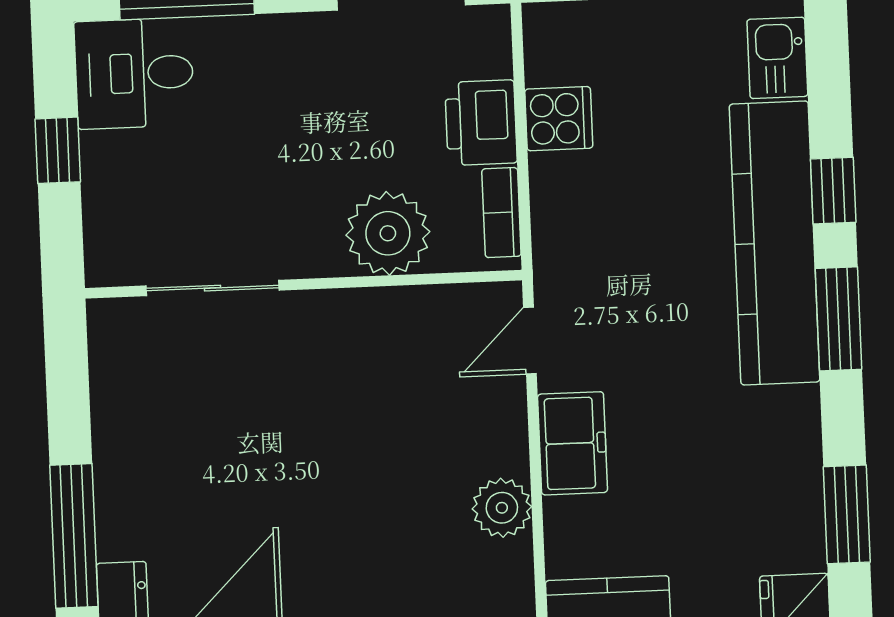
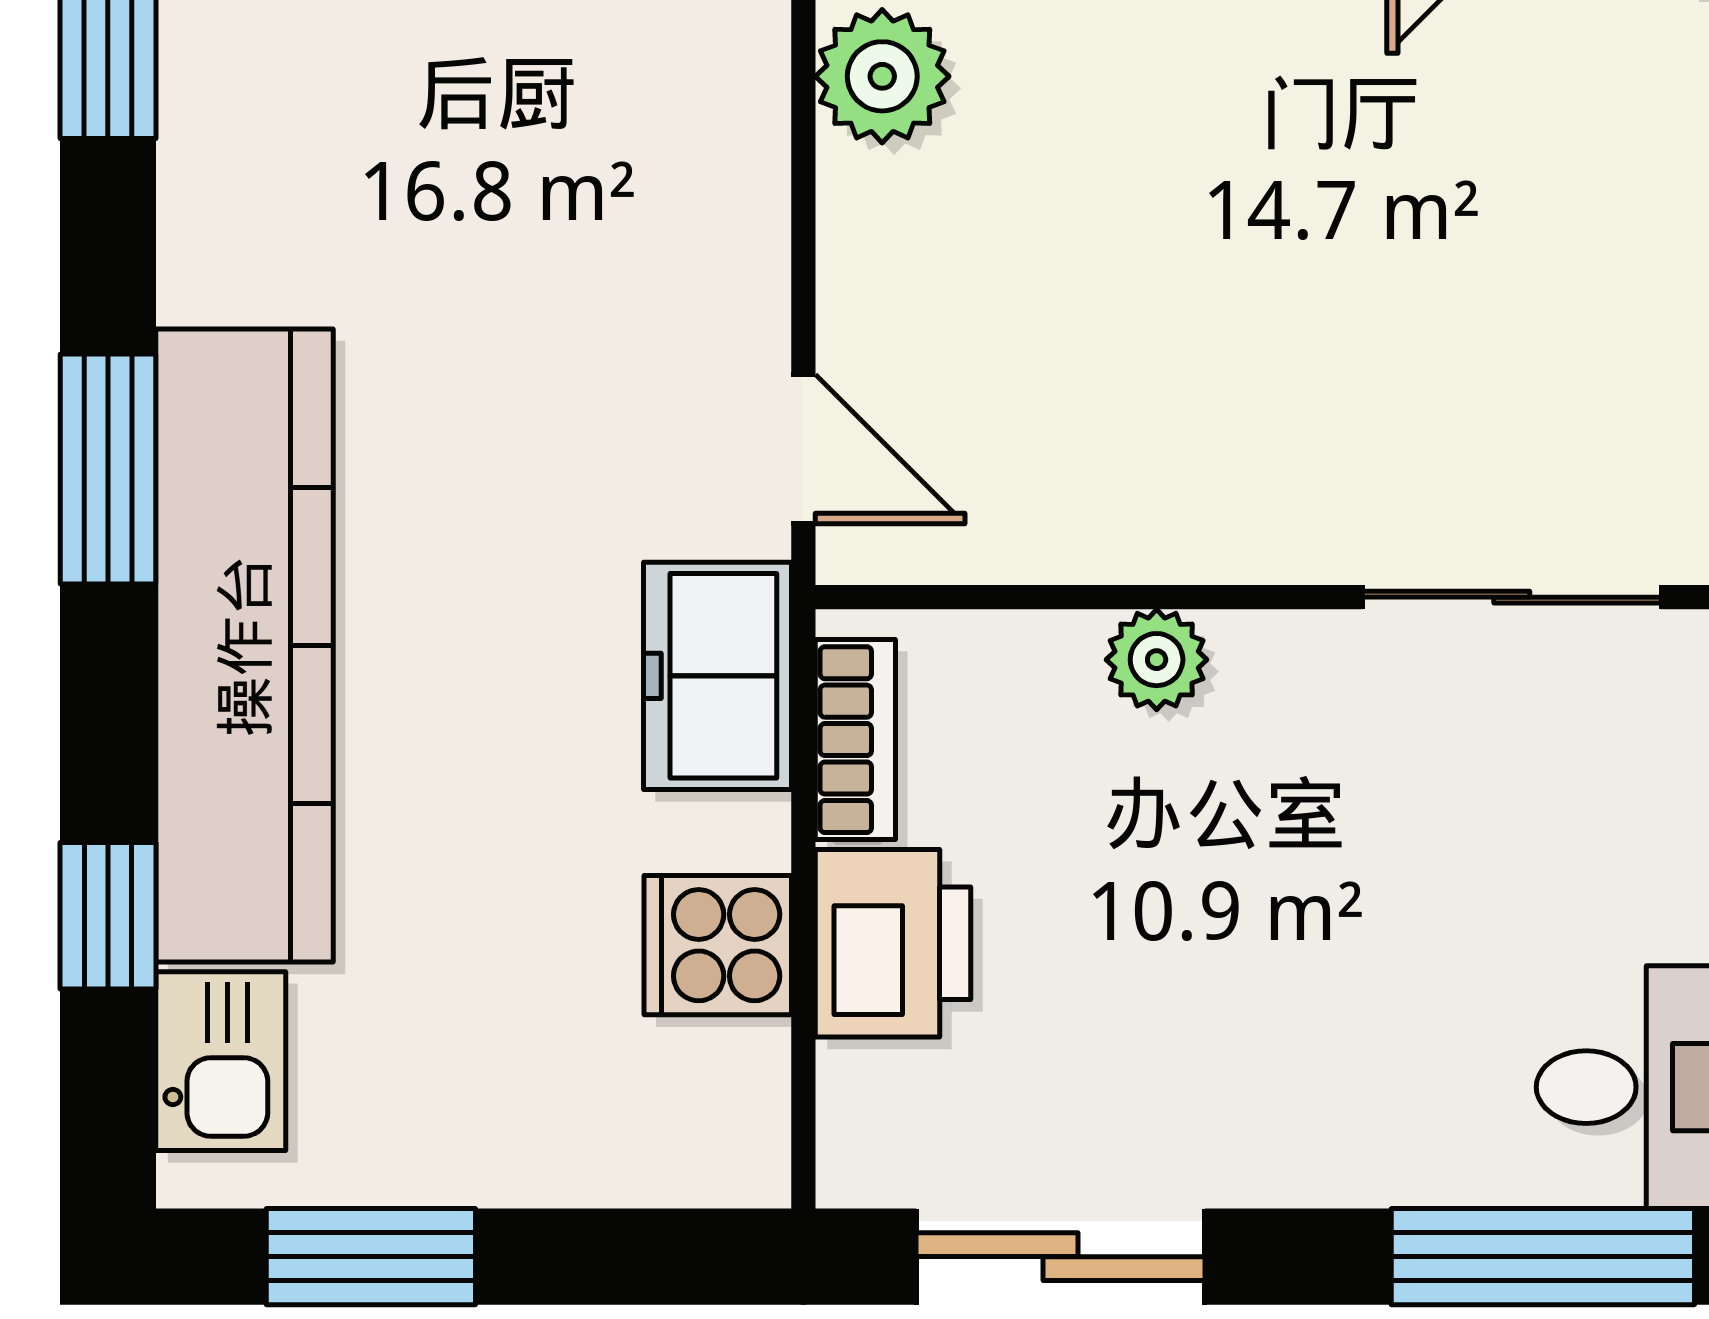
window: (833, 191) -> (108, 916), moved
plant: (388, 233) -> (1157, 660), width x0.53, depth x0.53
door: (530, 341) -> (803, 449), hinge flipped
freezer: (573, 443) -> (717, 676), moved

